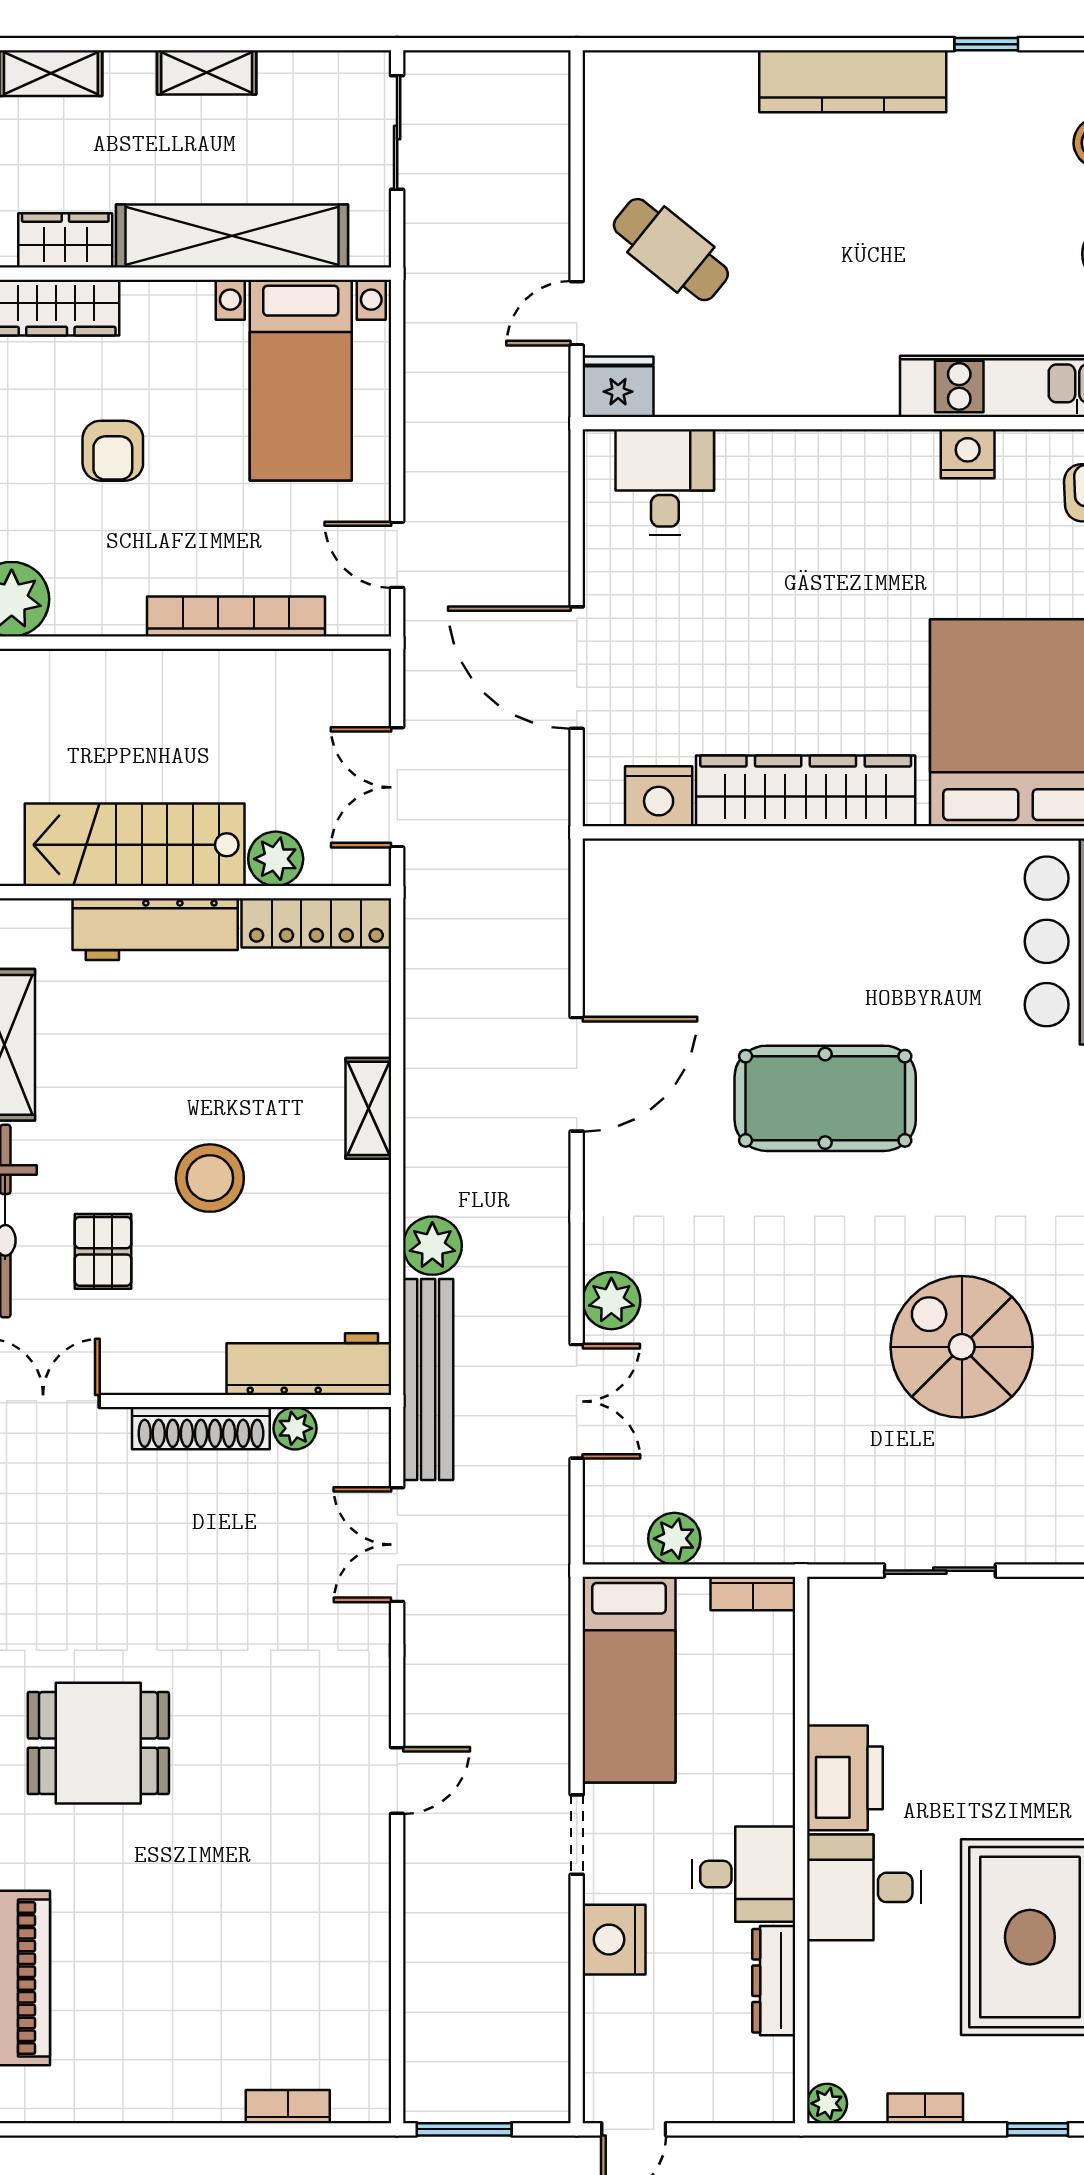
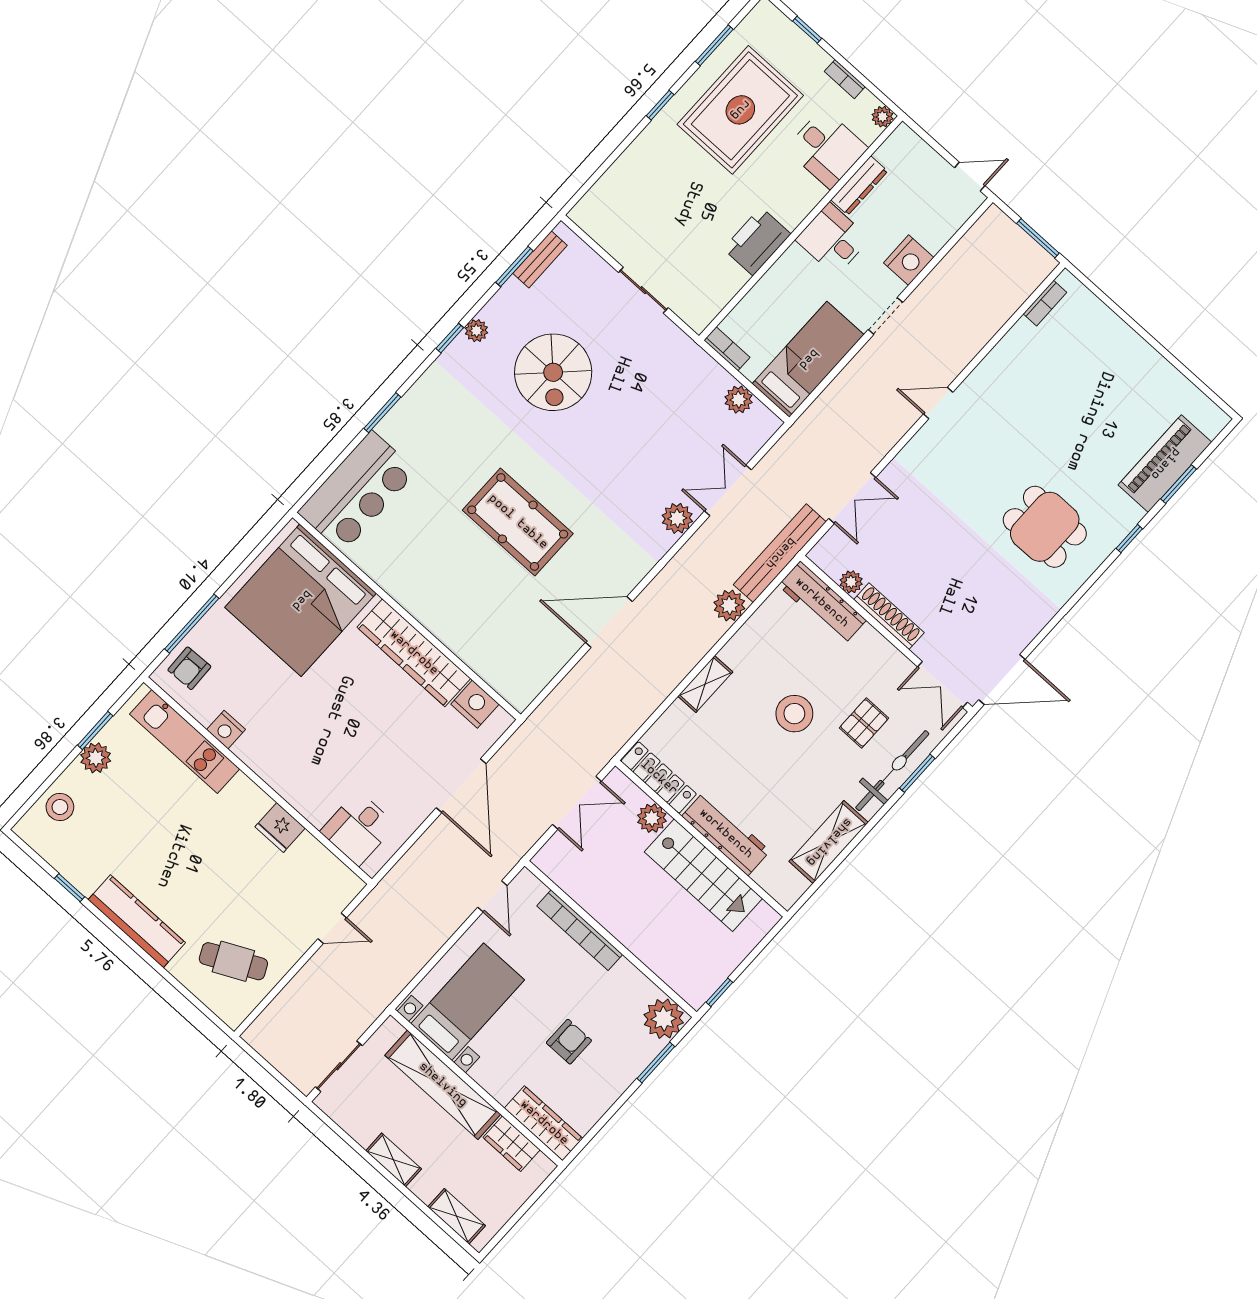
cafe table: (671, 250) -> (233, 961), moved, turned -65
fridge: (618, 387) -> (280, 827), moved
desk: (864, 1887) -> (827, 148), moved
bookcase: (288, 2107) -> (1045, 303), moved, turned -90

